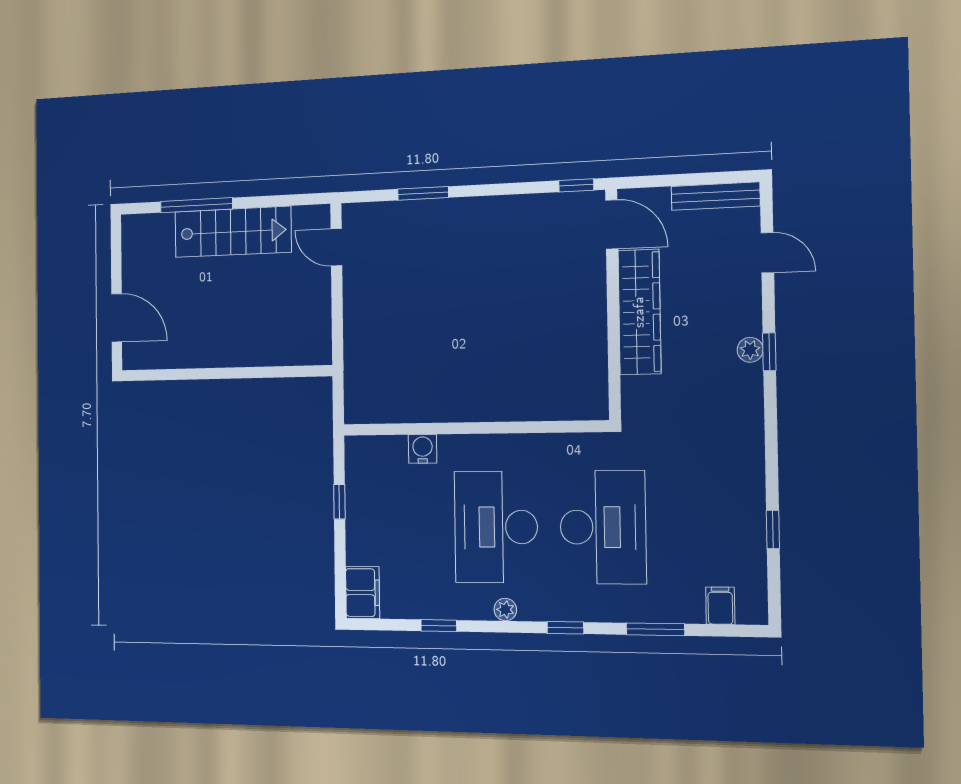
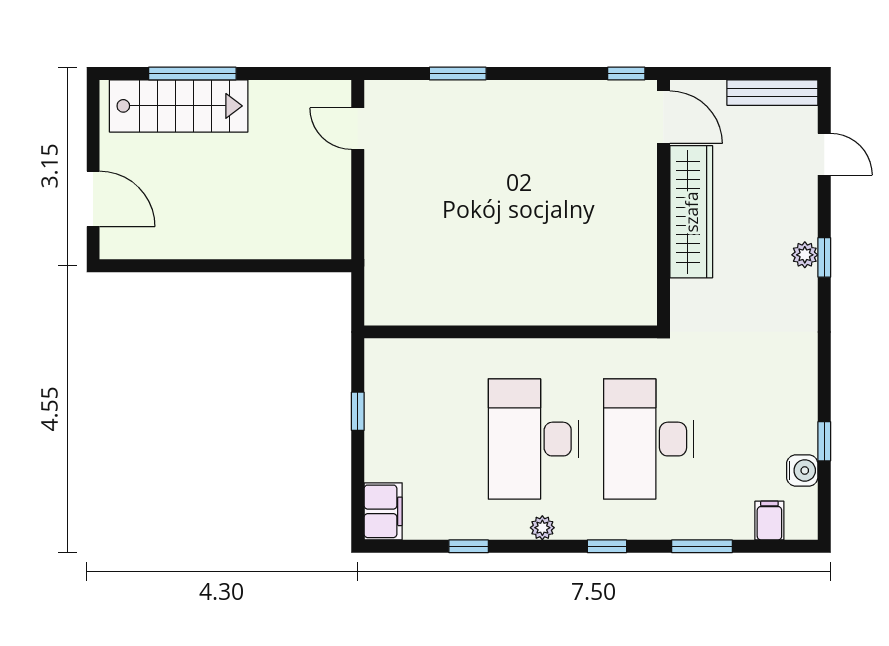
stairs: (233, 232) -> (179, 106), moved
water cooler: (423, 449) -> (802, 470), moved, turned 90
desk: (603, 527) -> (649, 439), turned 180

